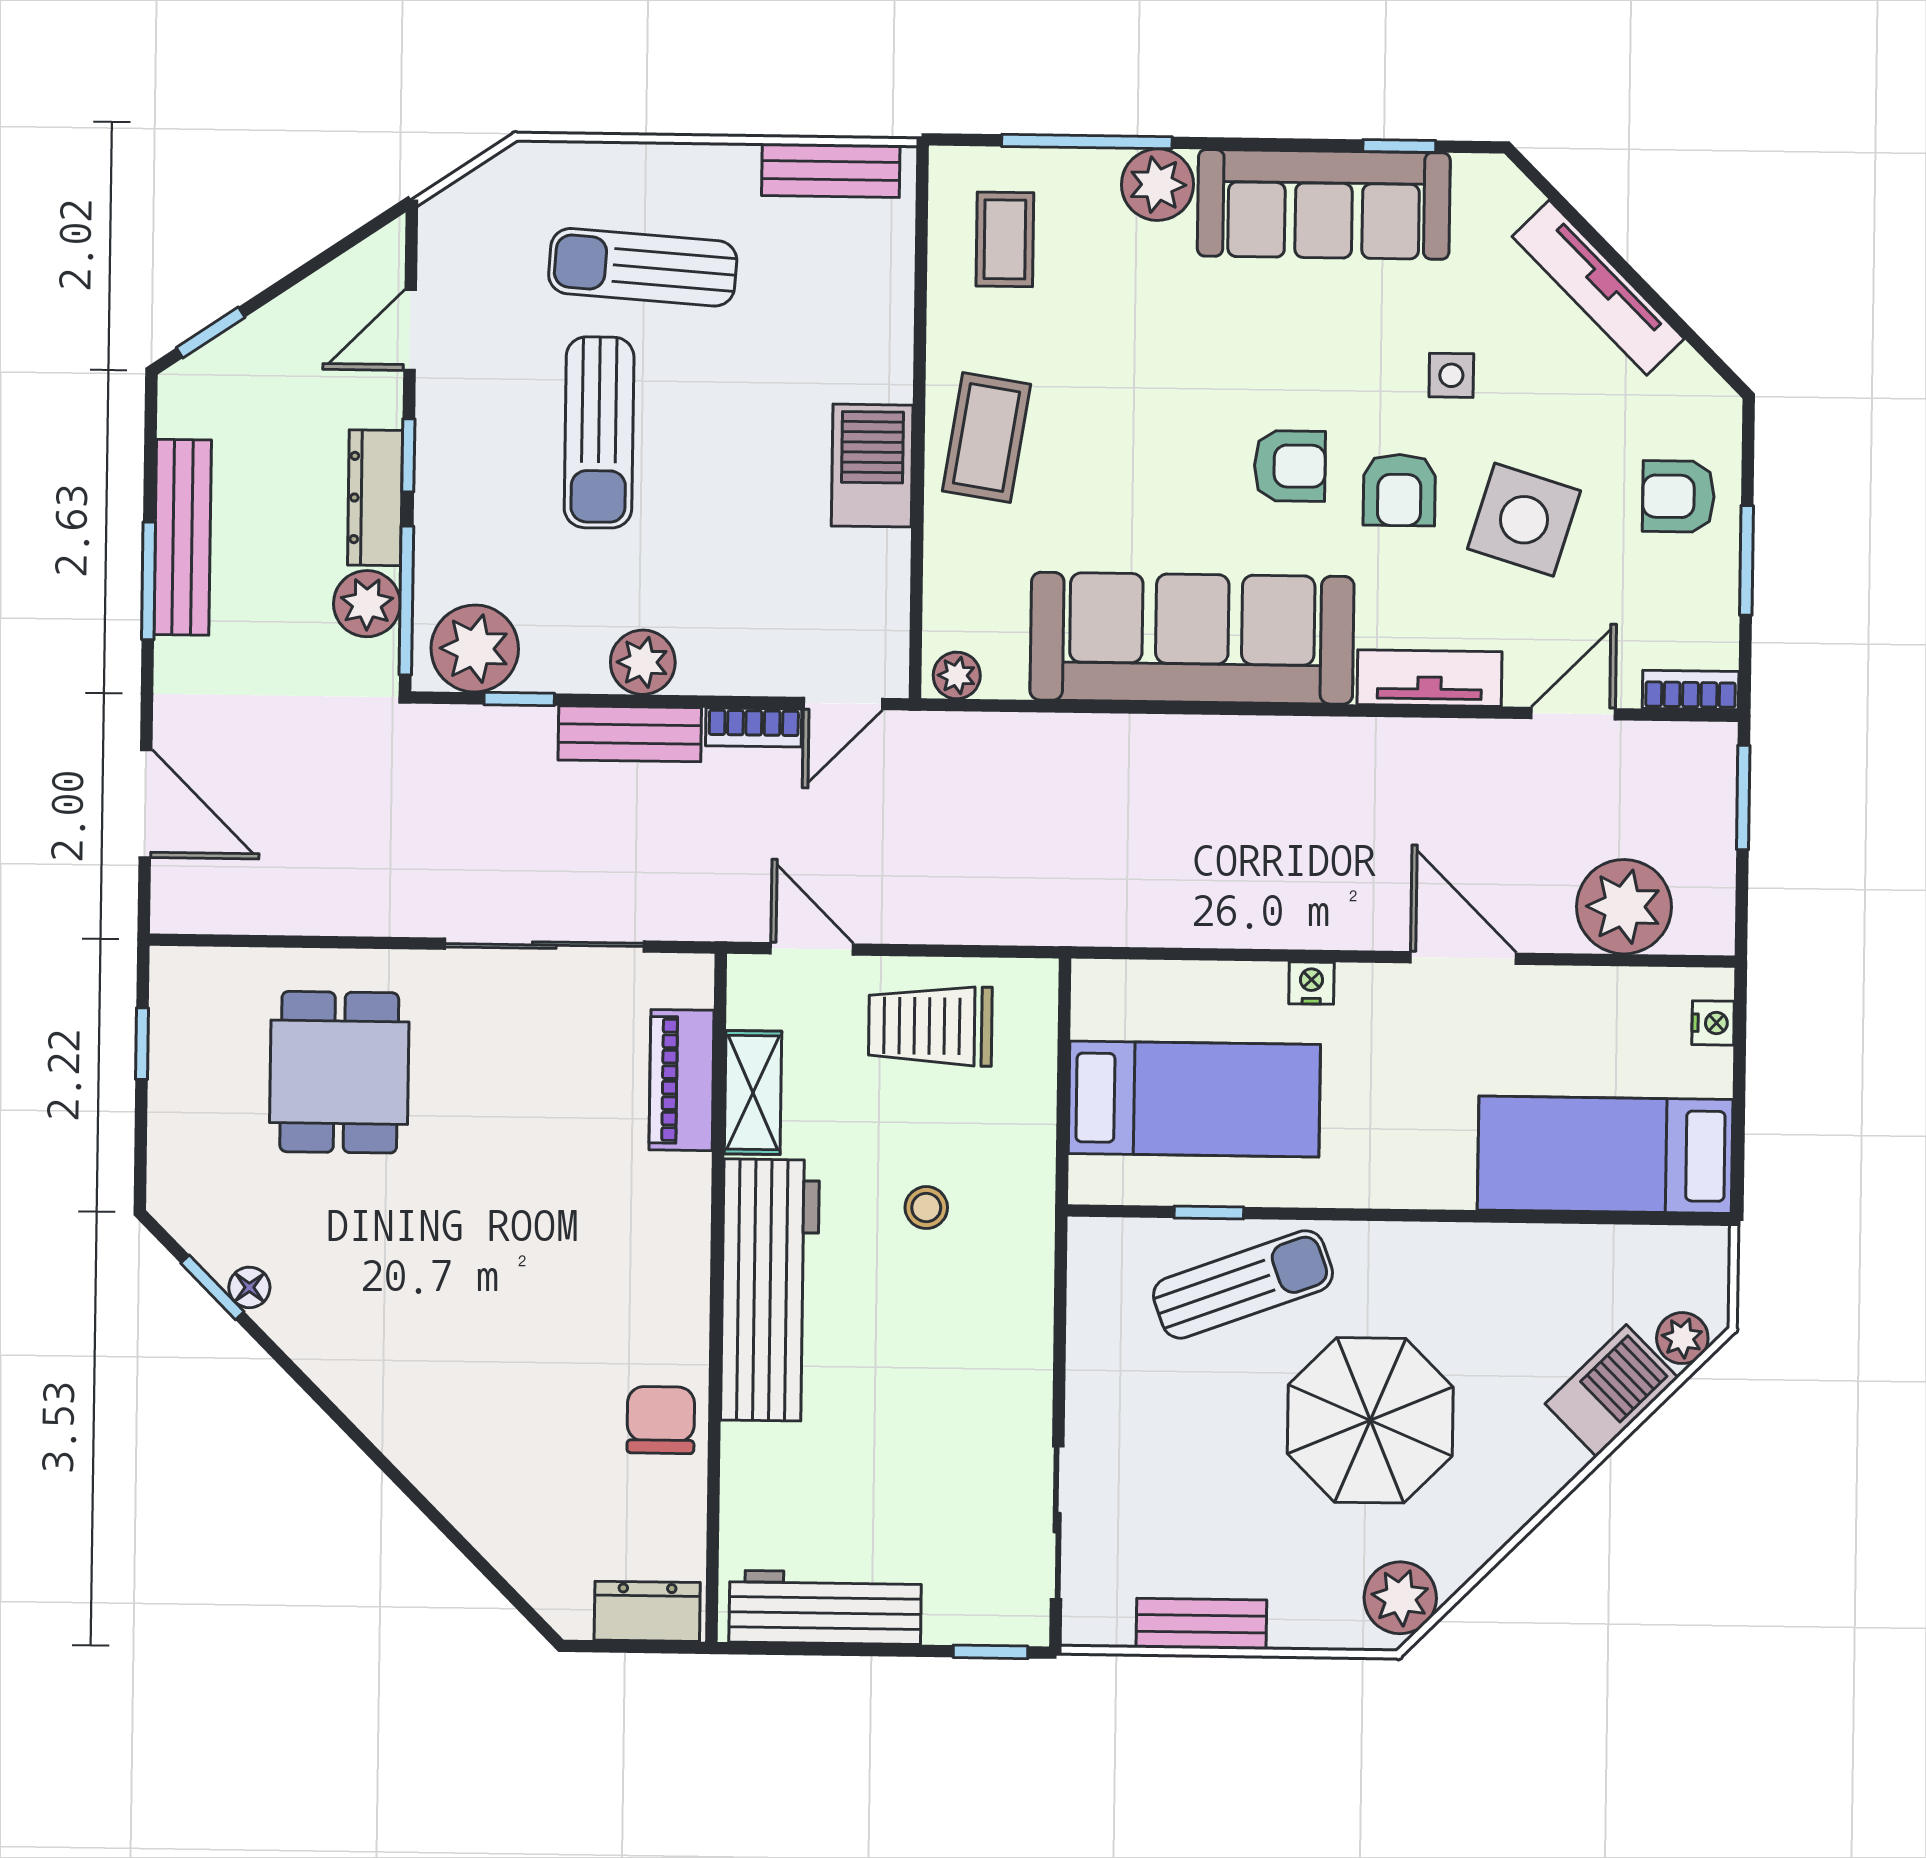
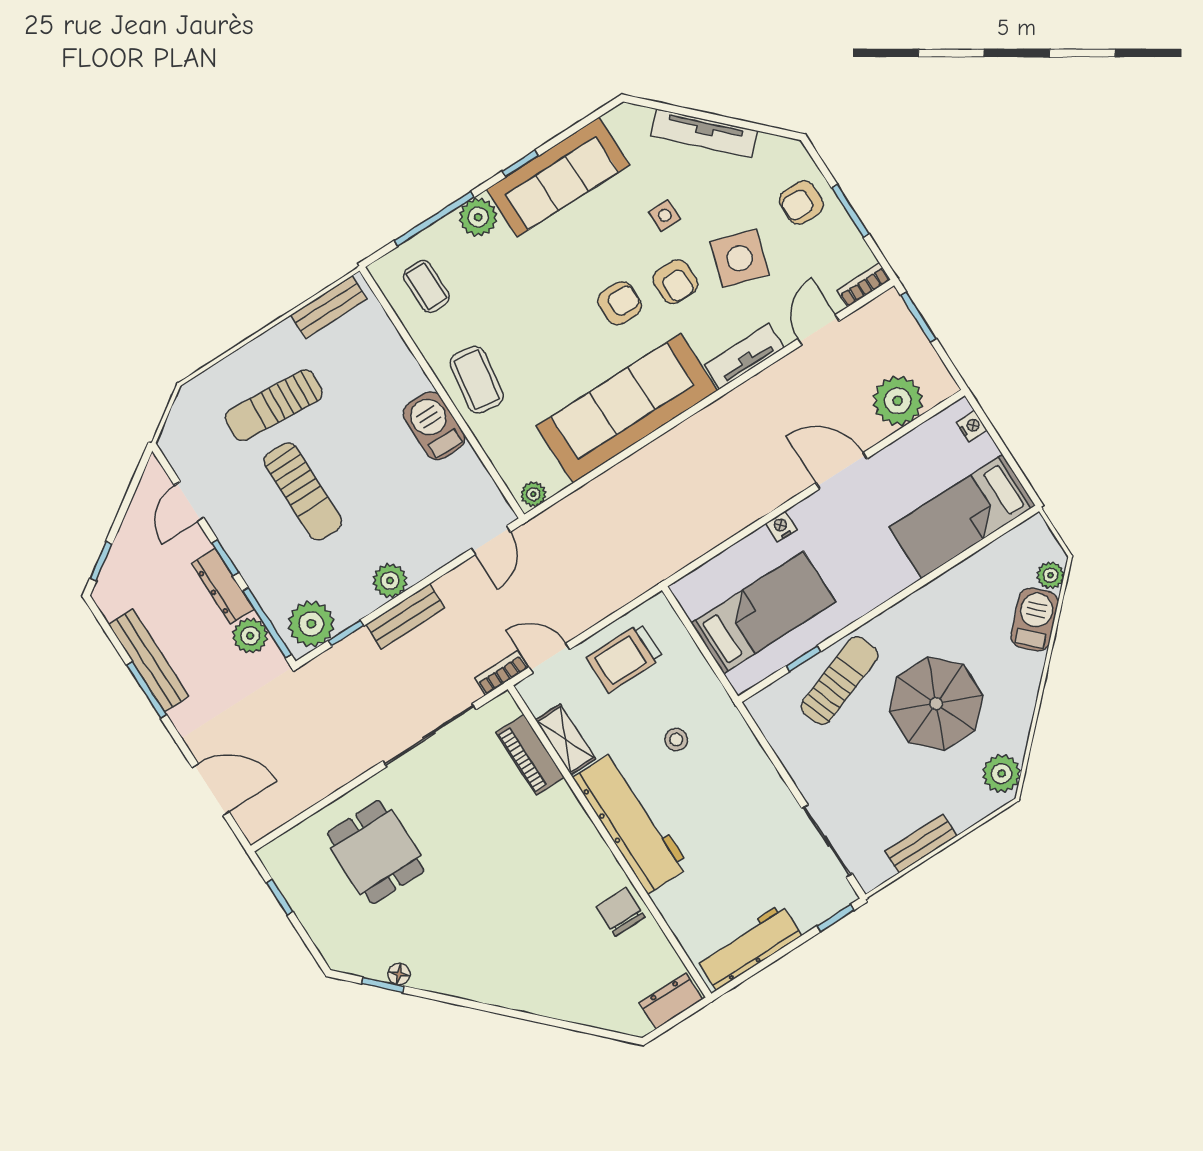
window: (1399, 146) -> (520, 163), moved
bookcase: (754, 727) -> (502, 673), moved, turned 180

